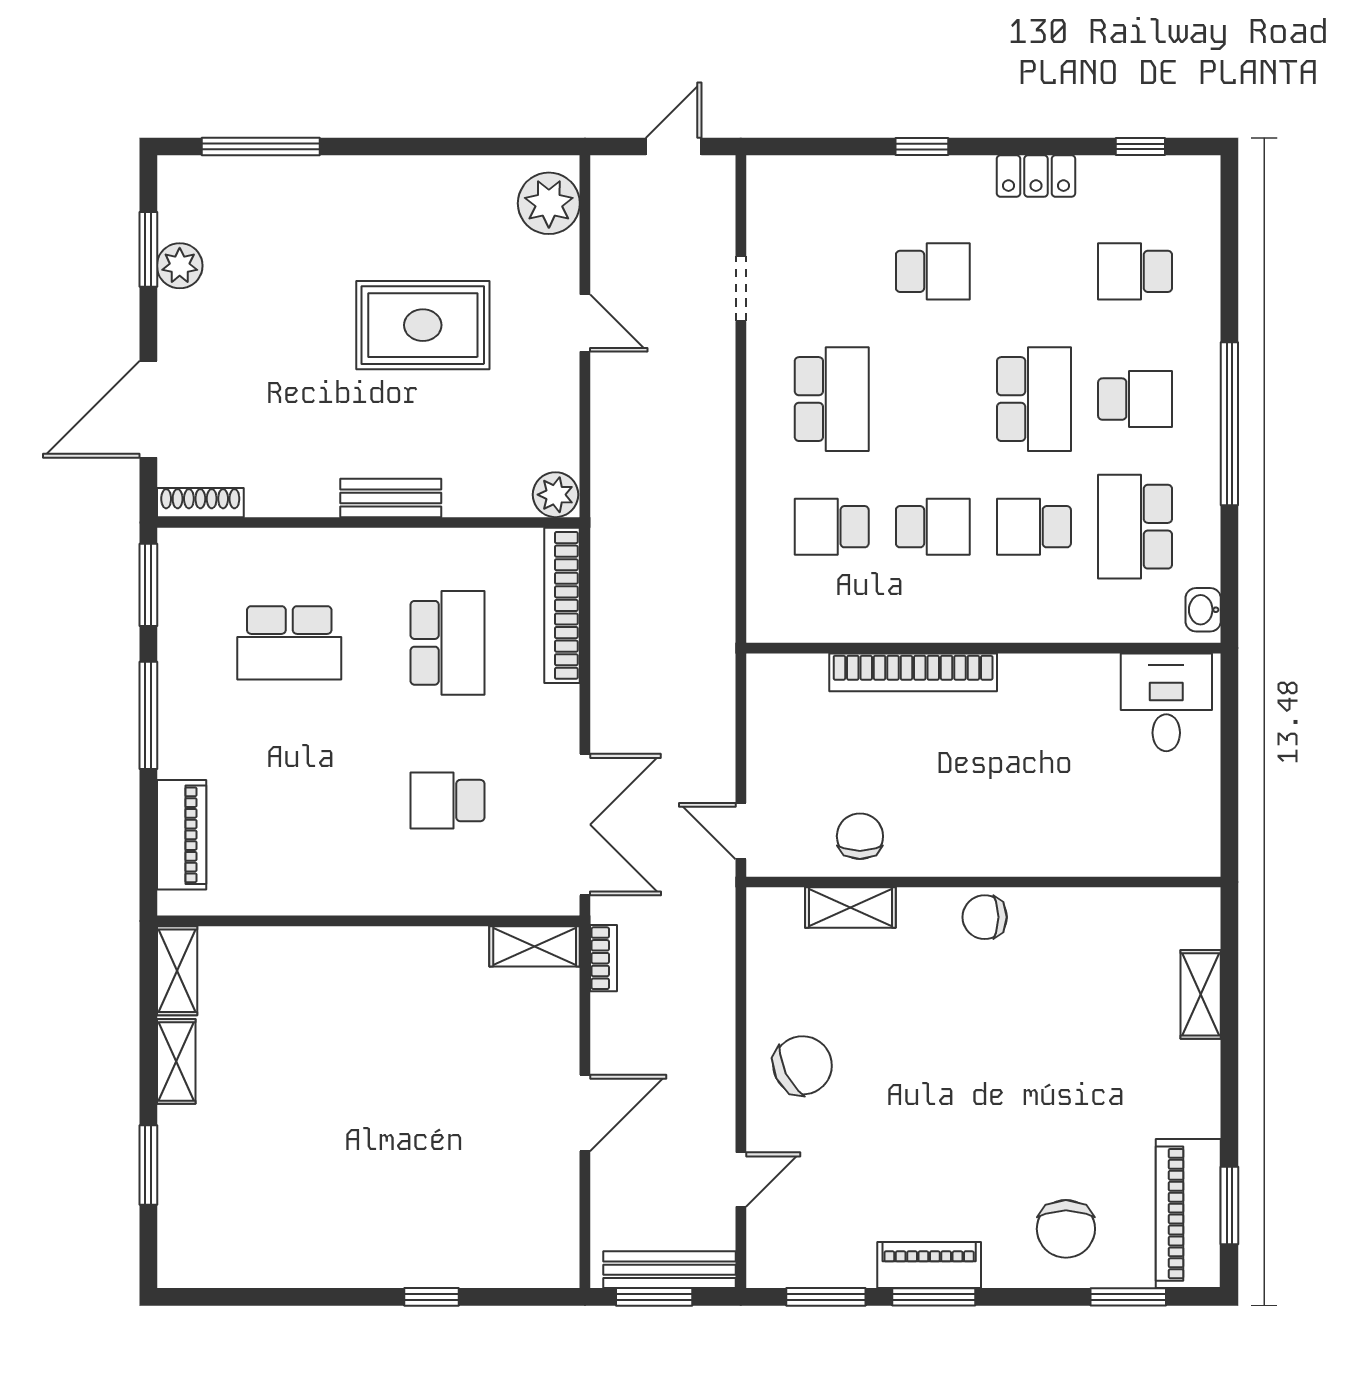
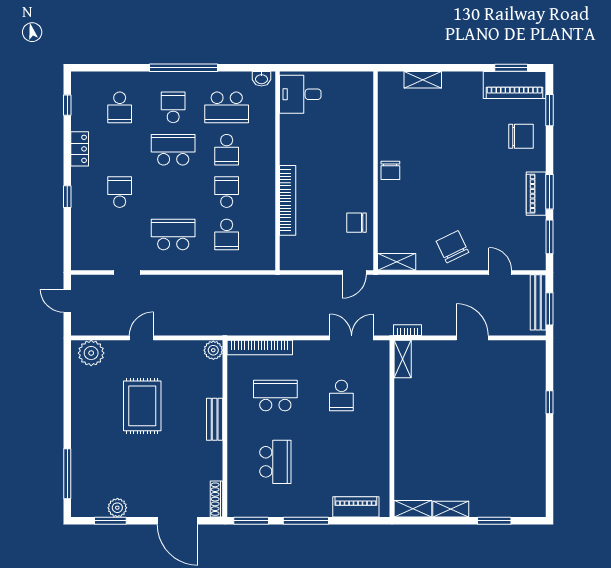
double door: (585, 825) -> (352, 338), width x0.73
shelving: (850, 908) -> (397, 262), moved, turned 90

